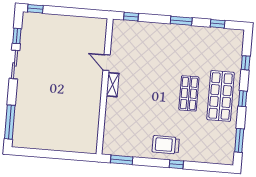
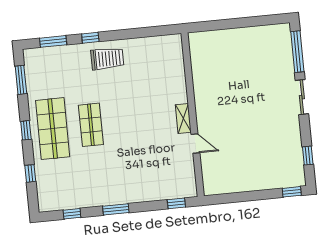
sliding door: (15, 64) -> (302, 97), moved
window: (122, 160) -> (53, 41), moved

